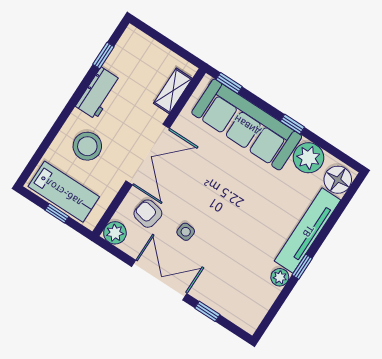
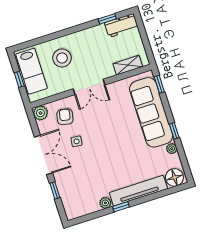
workbench: (98, 93) -> (121, 25), moved
double door: (148, 154) -> (89, 87), width x0.73
plant: (308, 158) -> (172, 149), width x0.53, depth x0.53

